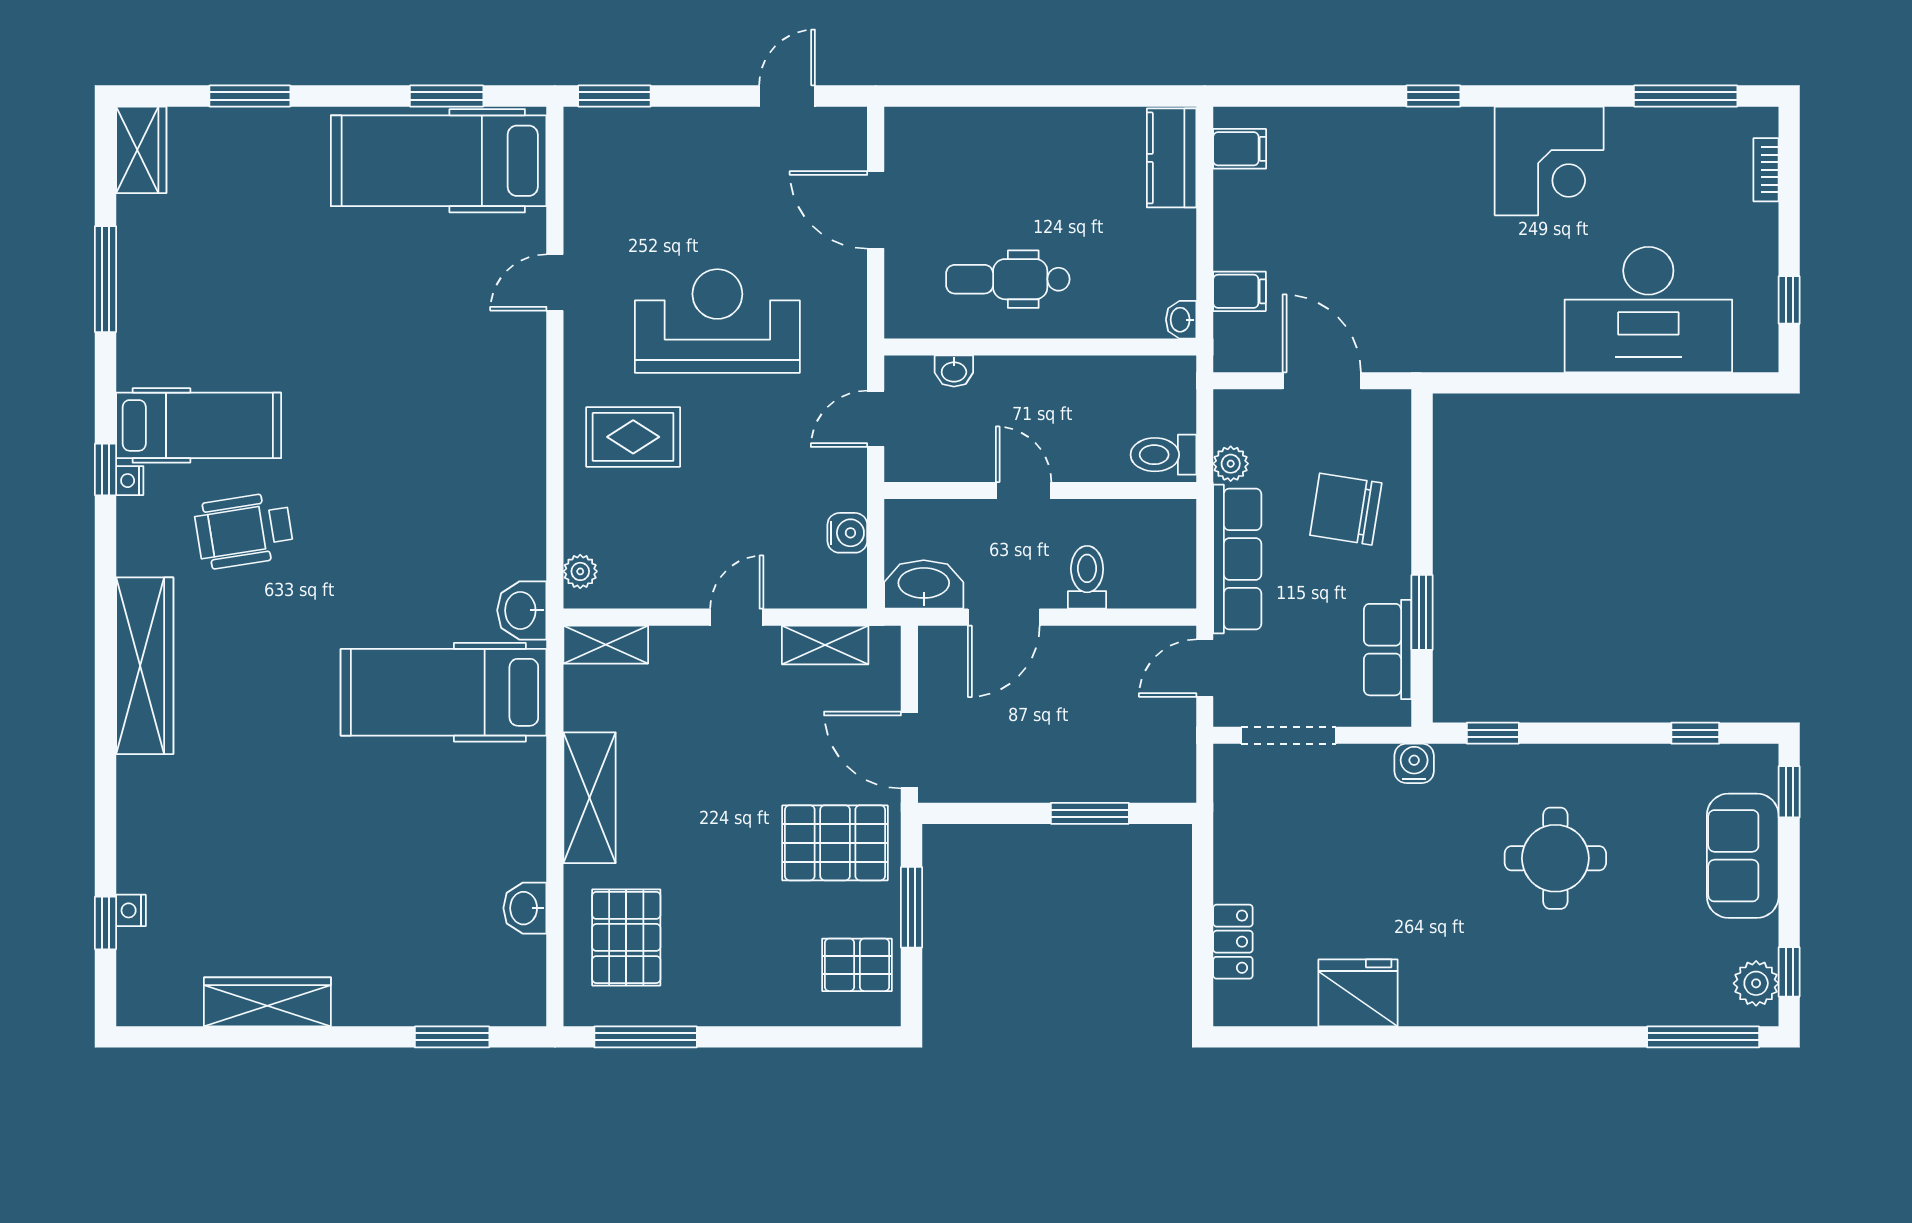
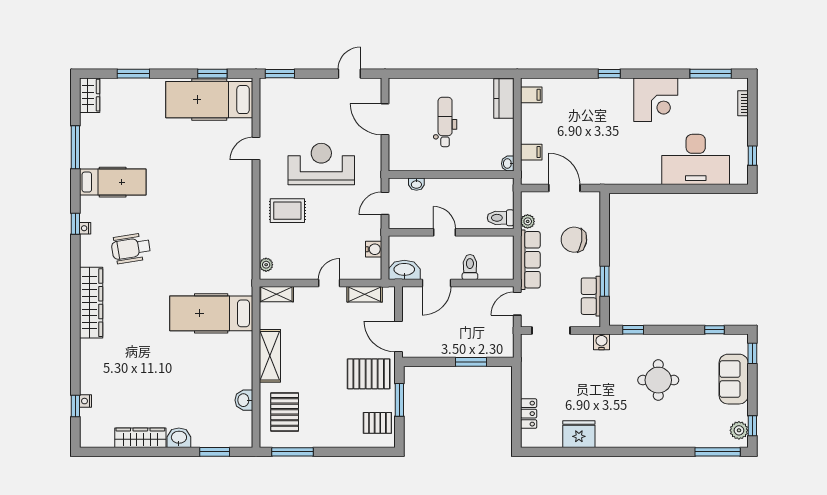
dental chair: (1008, 279) -> (445, 122), moved, turned 90
hospital bed: (199, 425) -> (113, 182), moved
washbasin: (522, 610) -> (179, 438), moved, turned 90

